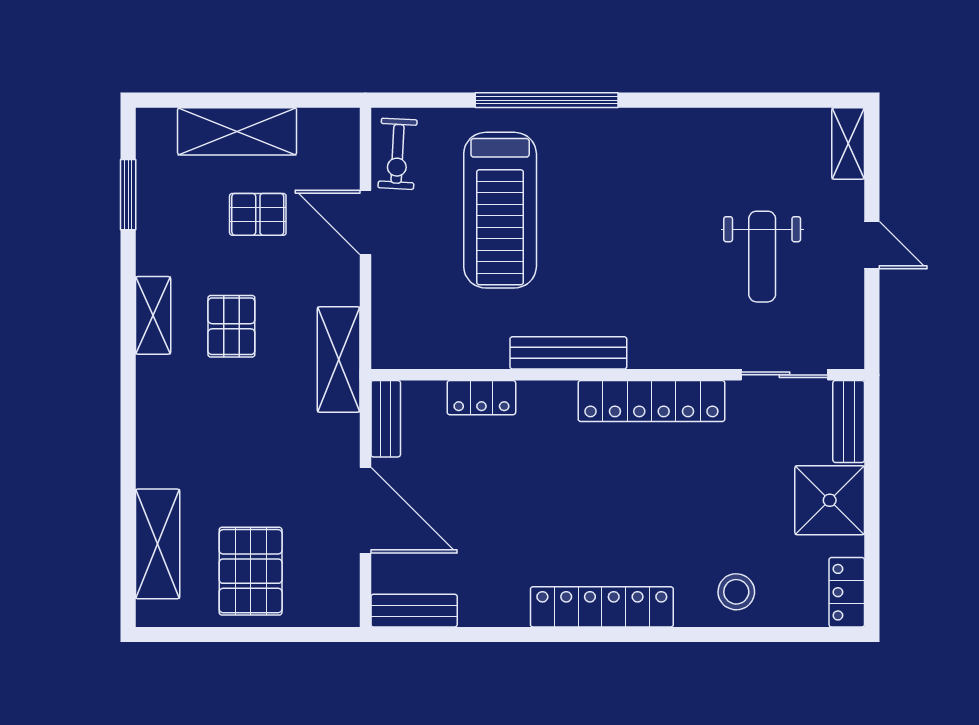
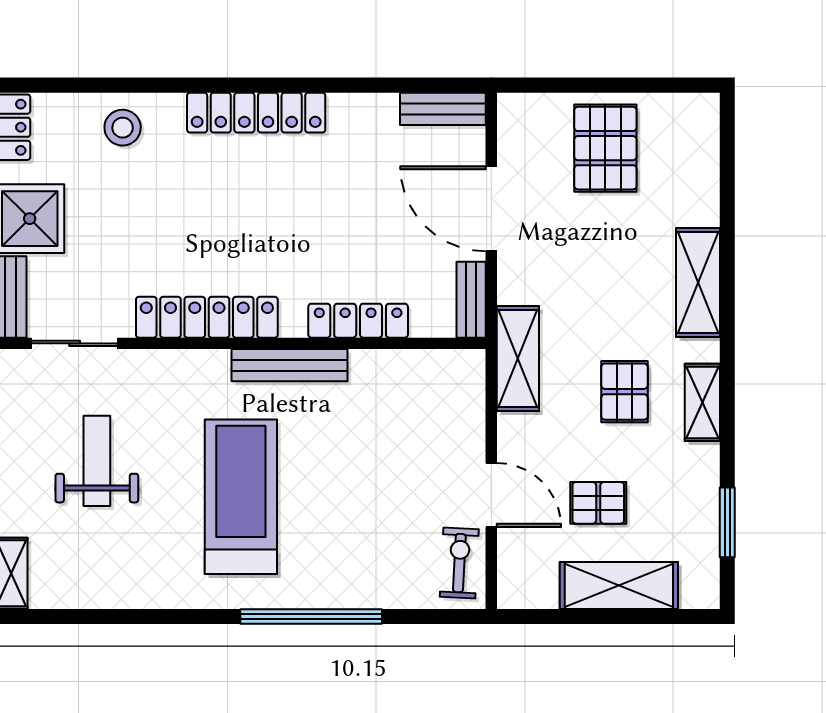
treadmill: (500, 210) -> (241, 497), moved
locker: (481, 398) -> (358, 321), width x1.53
shelving: (158, 544) -> (698, 282), moved

